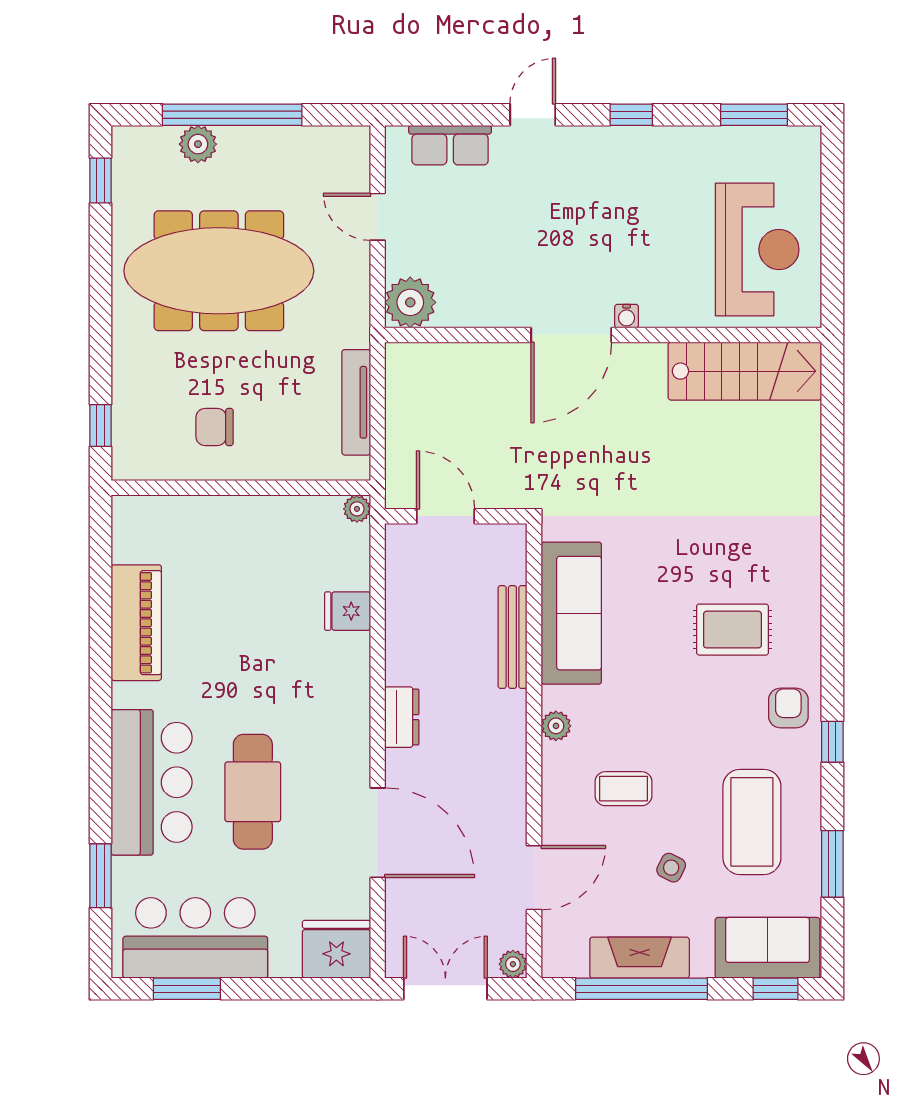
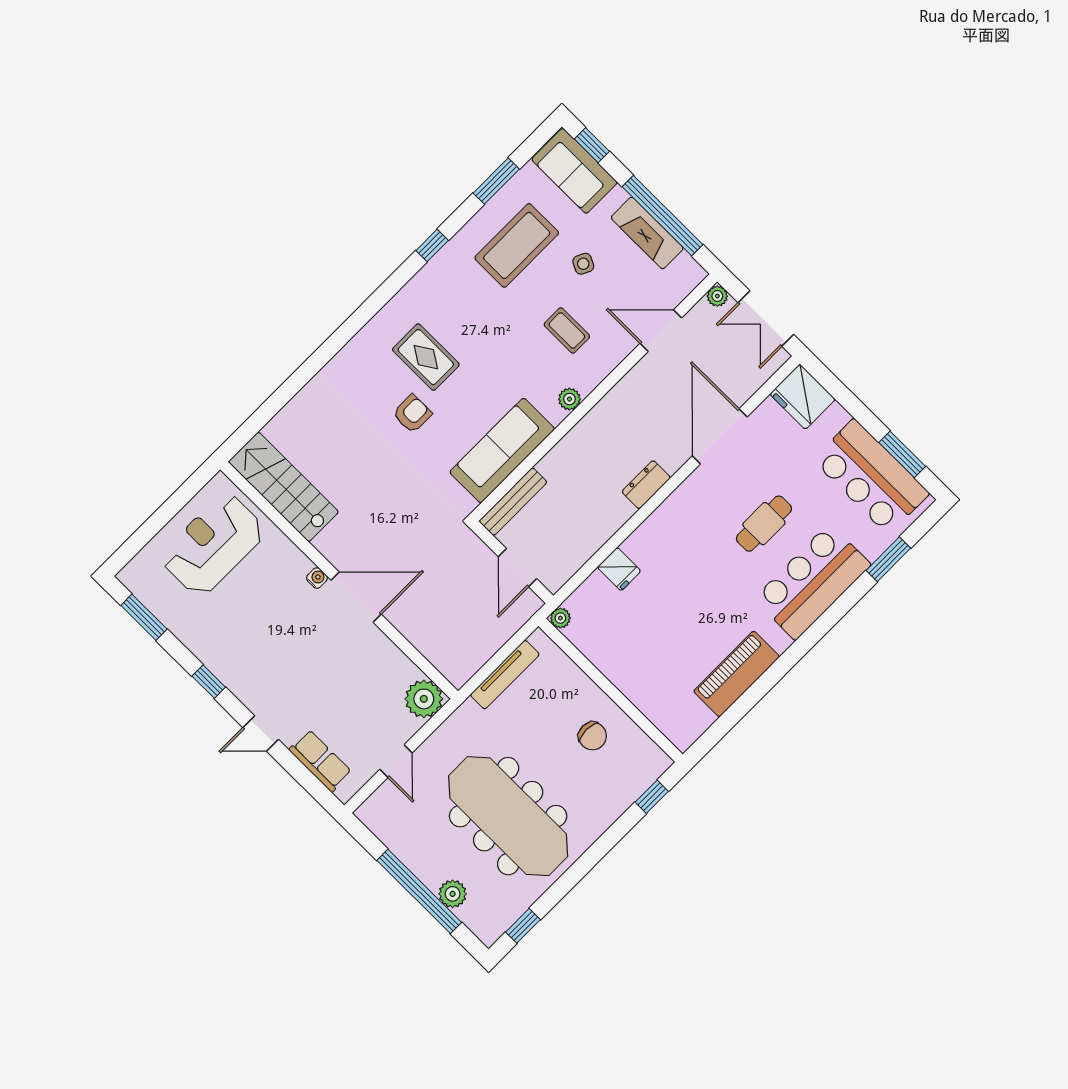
bench: (512, 637) -> (513, 502), moved
armchair: (788, 708) -> (412, 414), moved, turned 180
cafe table: (253, 792) -> (764, 524), width x0.73, depth x0.74

